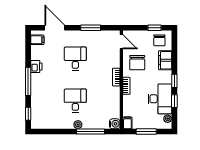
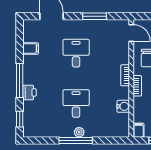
filing cabinet: (37, 40) -> (31, 48), moved
printer: (36, 66) -> (29, 92), moved
water cooler: (115, 124) -> (123, 106), moved
window: (91, 132) -> (76, 140), moved

